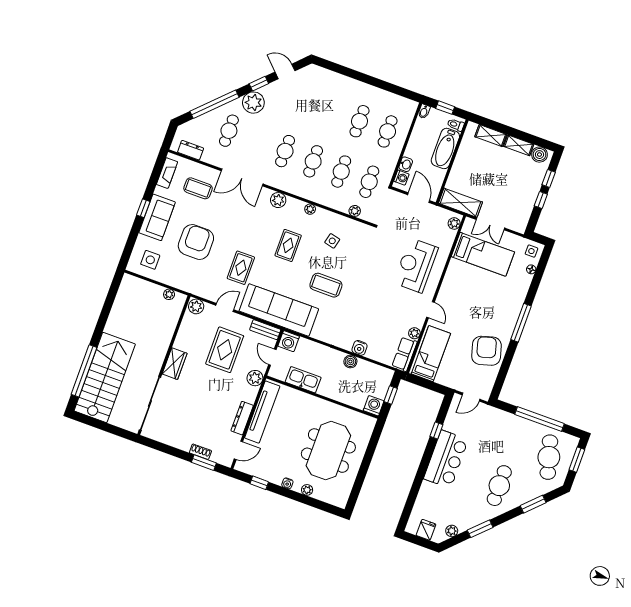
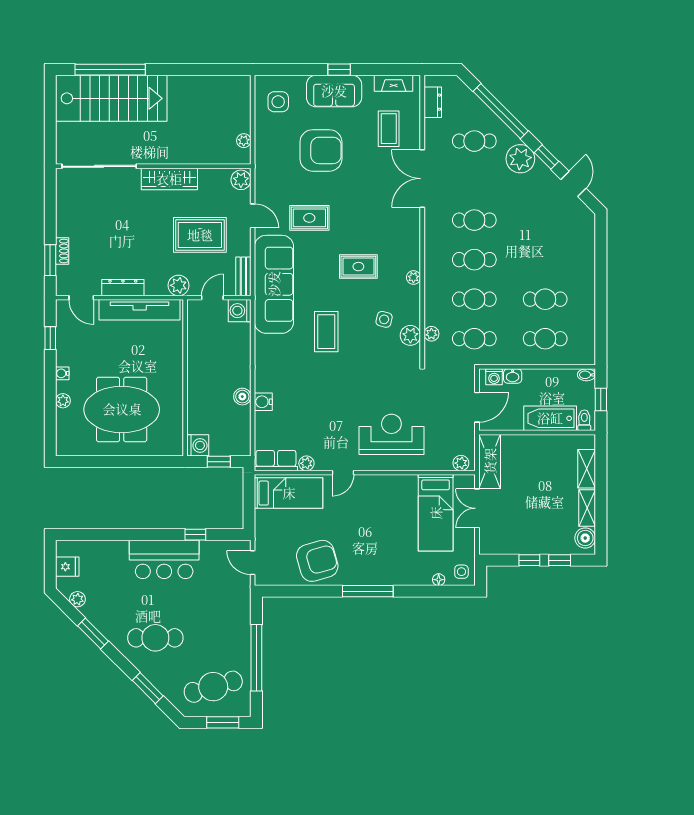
plant: (278, 200) -> (410, 335), moved
wardrobe: (175, 364) -> (169, 179), width x1.50
kitchen sink: (303, 380) -> (198, 346), removed

